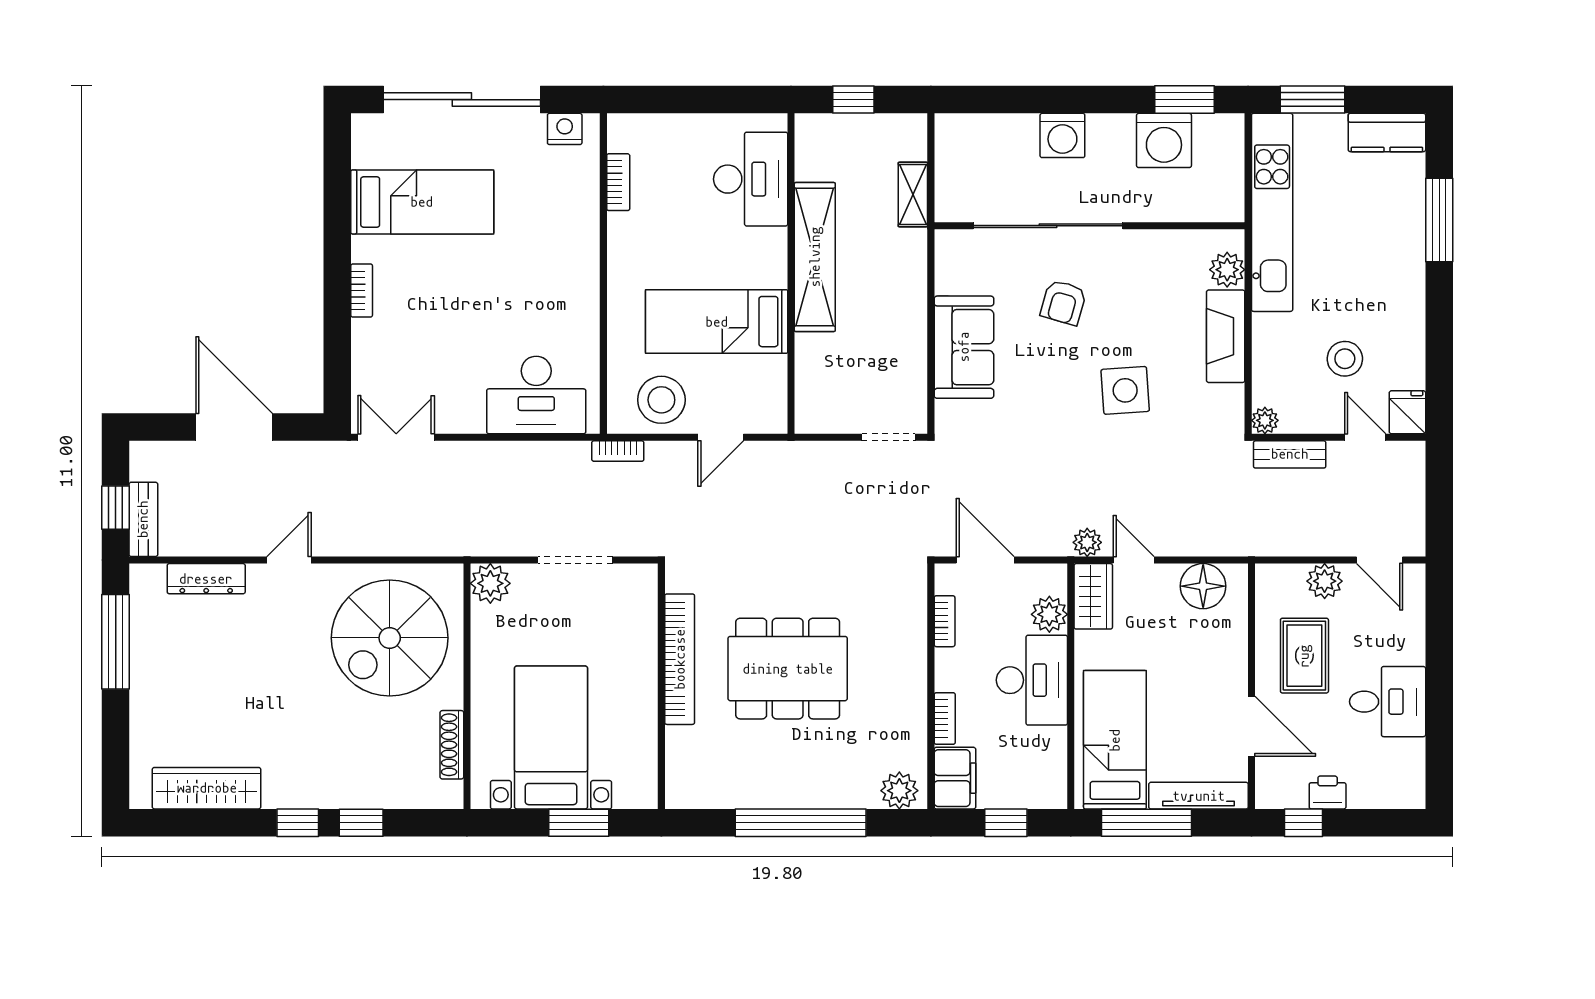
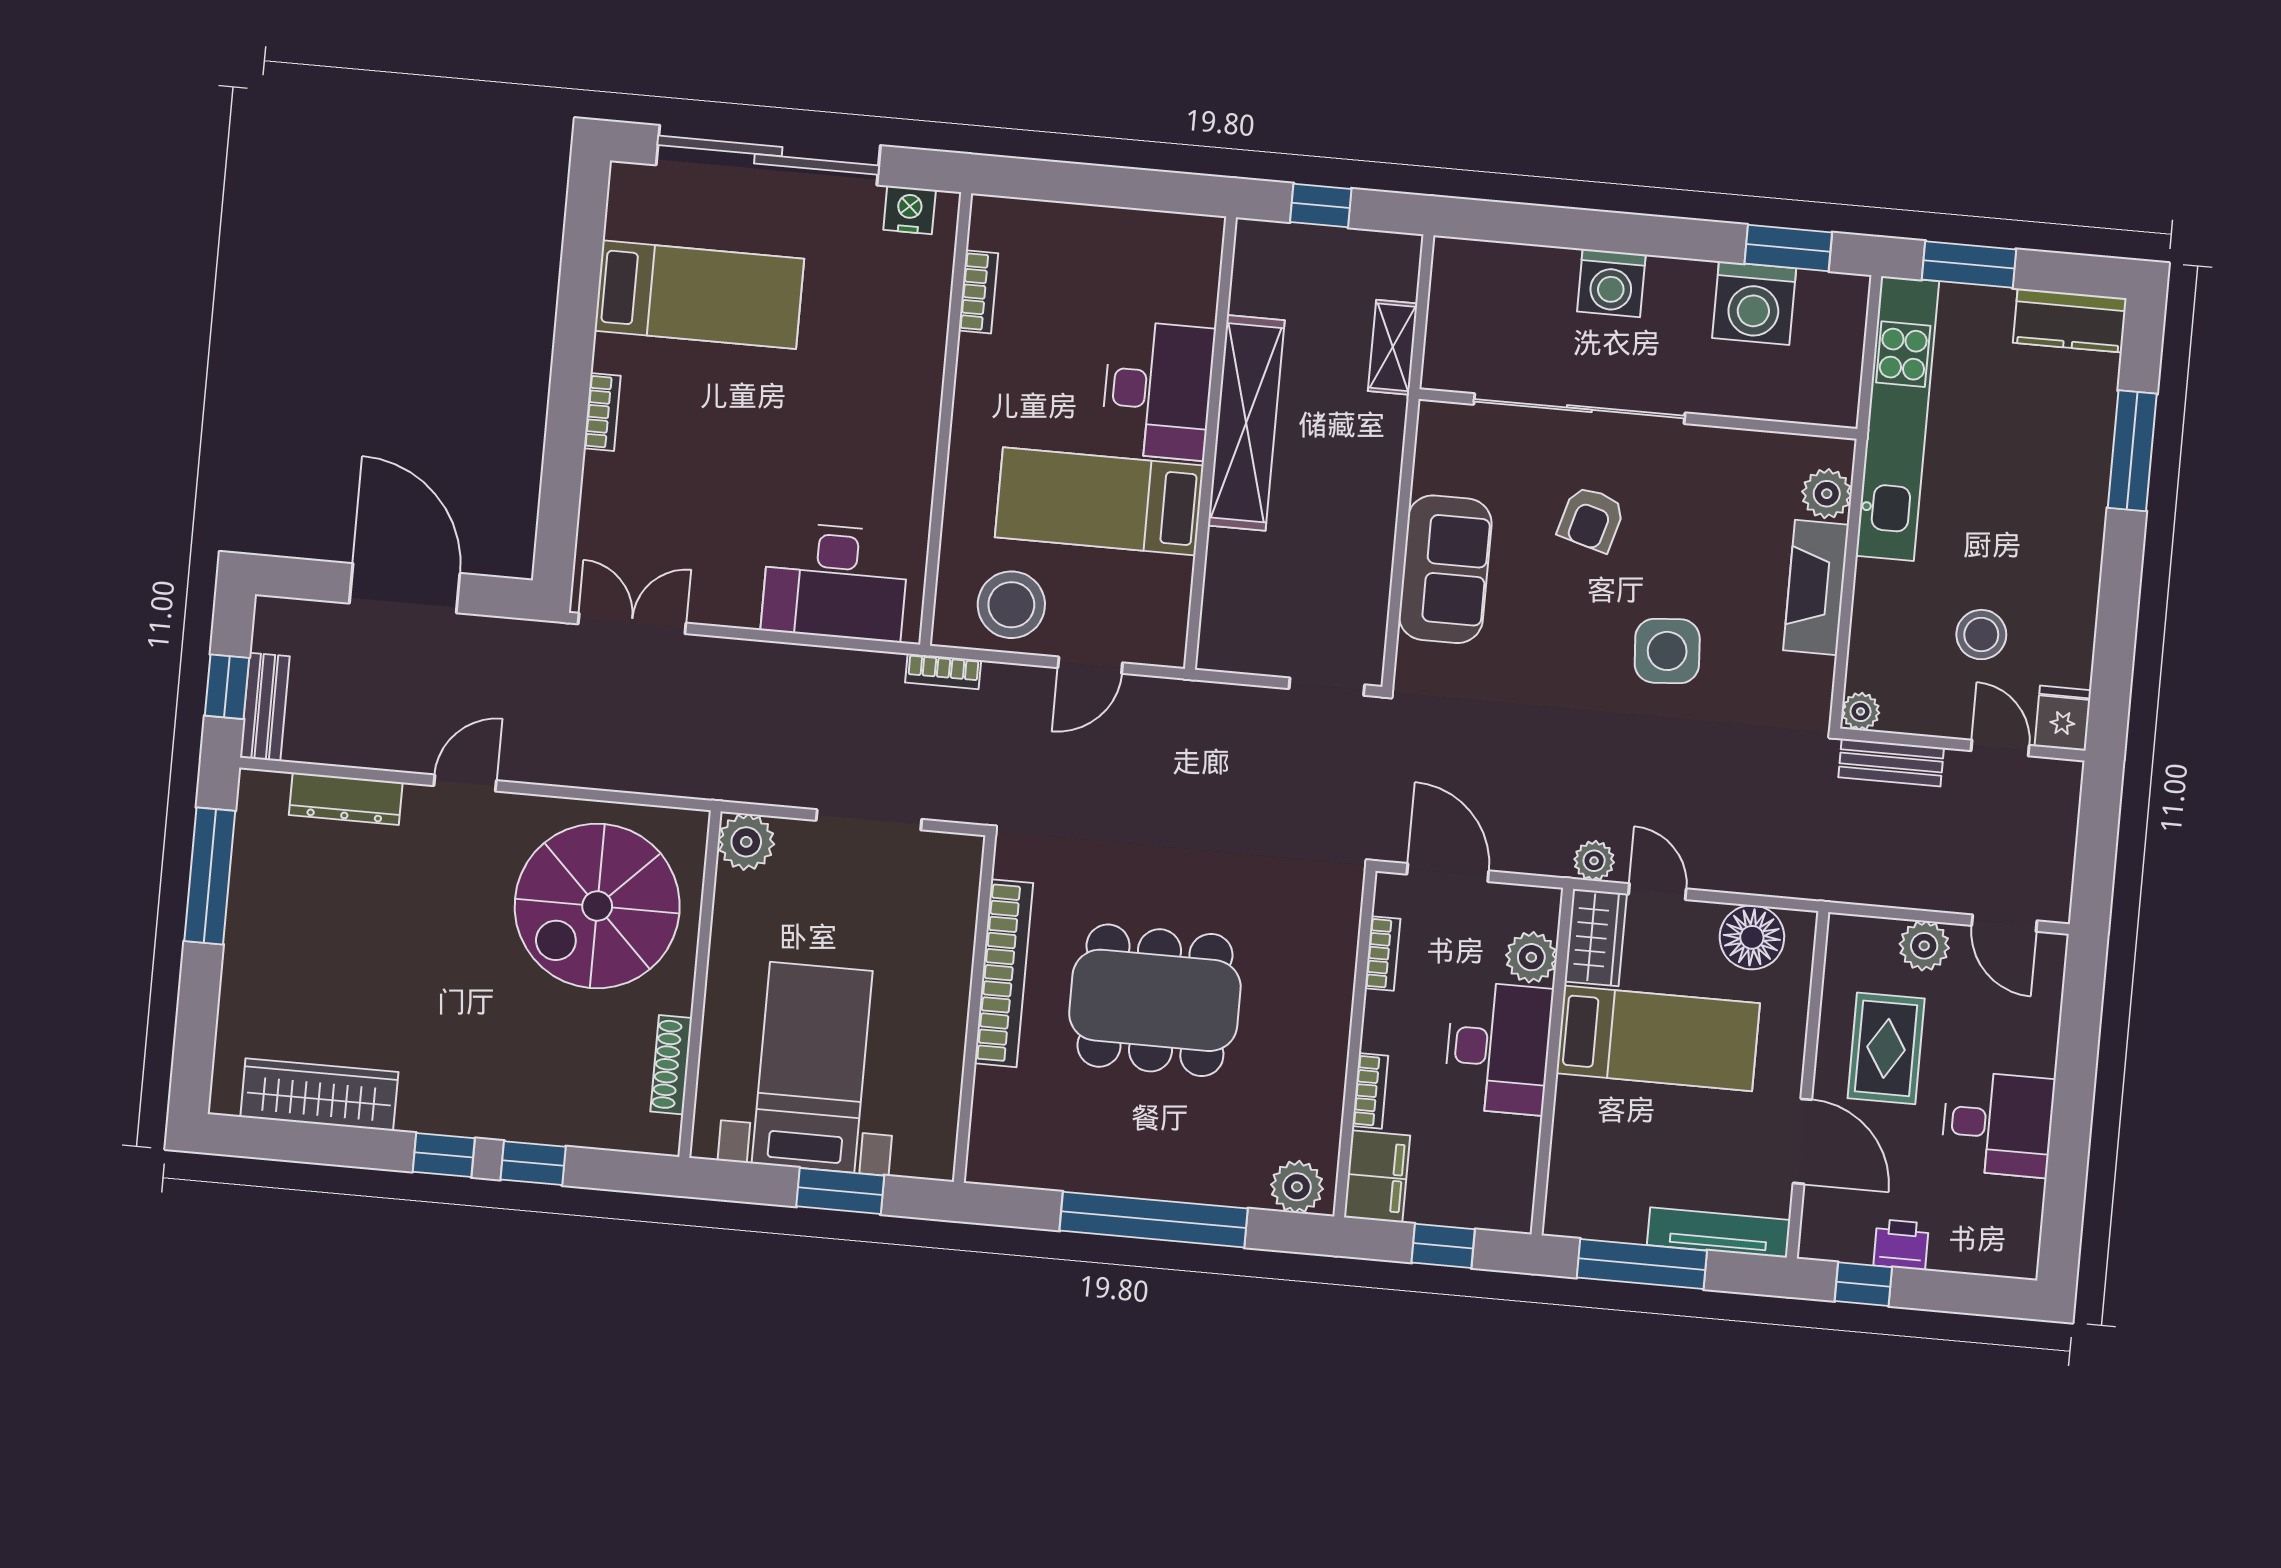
desk: (751, 179) -> (1158, 390), moved
bed: (1115, 740) -> (1658, 1038), moved, turned 90

